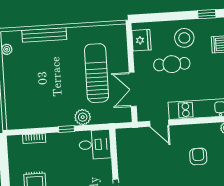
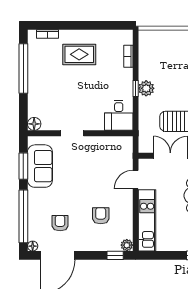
plant: (83, 117) -> (146, 88), moved
armchair: (198, 156) -> (101, 216), turned -90

